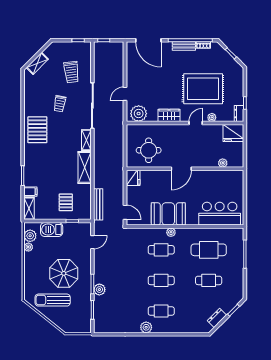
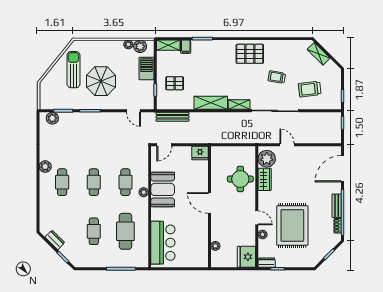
wardrobe: (169, 115) -> (265, 179), moved
round table: (149, 150) -> (240, 179), moved
plant: (99, 290) -> (52, 118), moved

